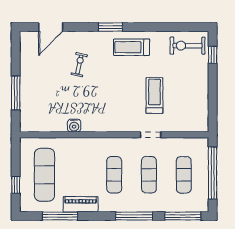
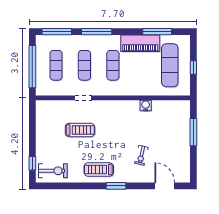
door: (51, 27) -> (165, 186), hinge flipped
treadmill: (131, 47) -> (99, 169), turned 180
treadmill: (154, 96) -> (80, 130), turned -90
window: (16, 185) -> (193, 68), moved
piano: (81, 204) -> (140, 43), width x1.37, depth x1.33

